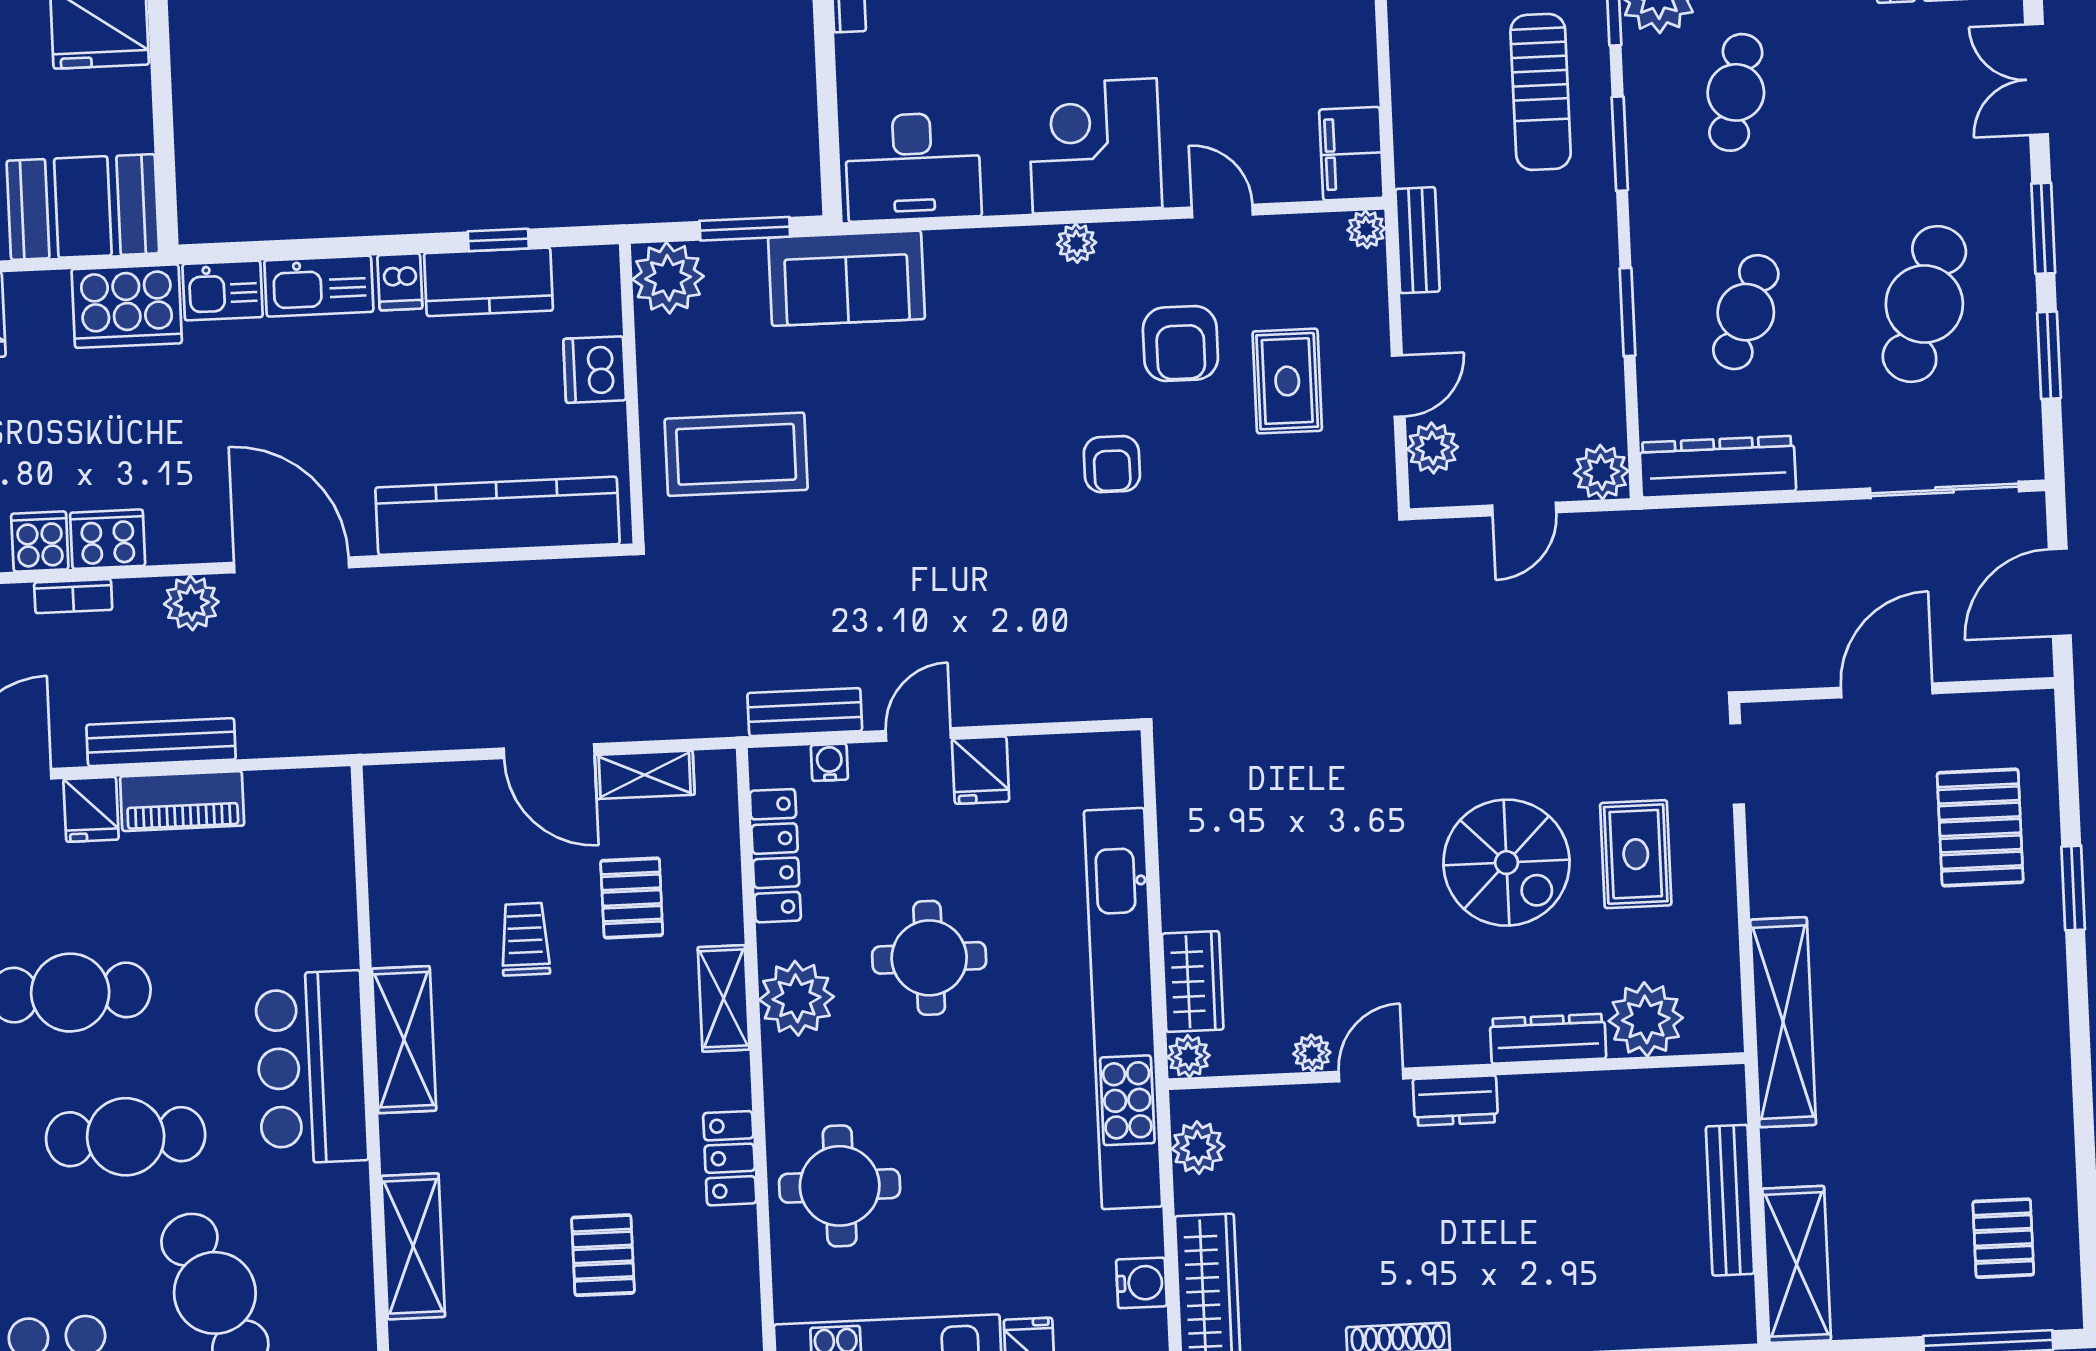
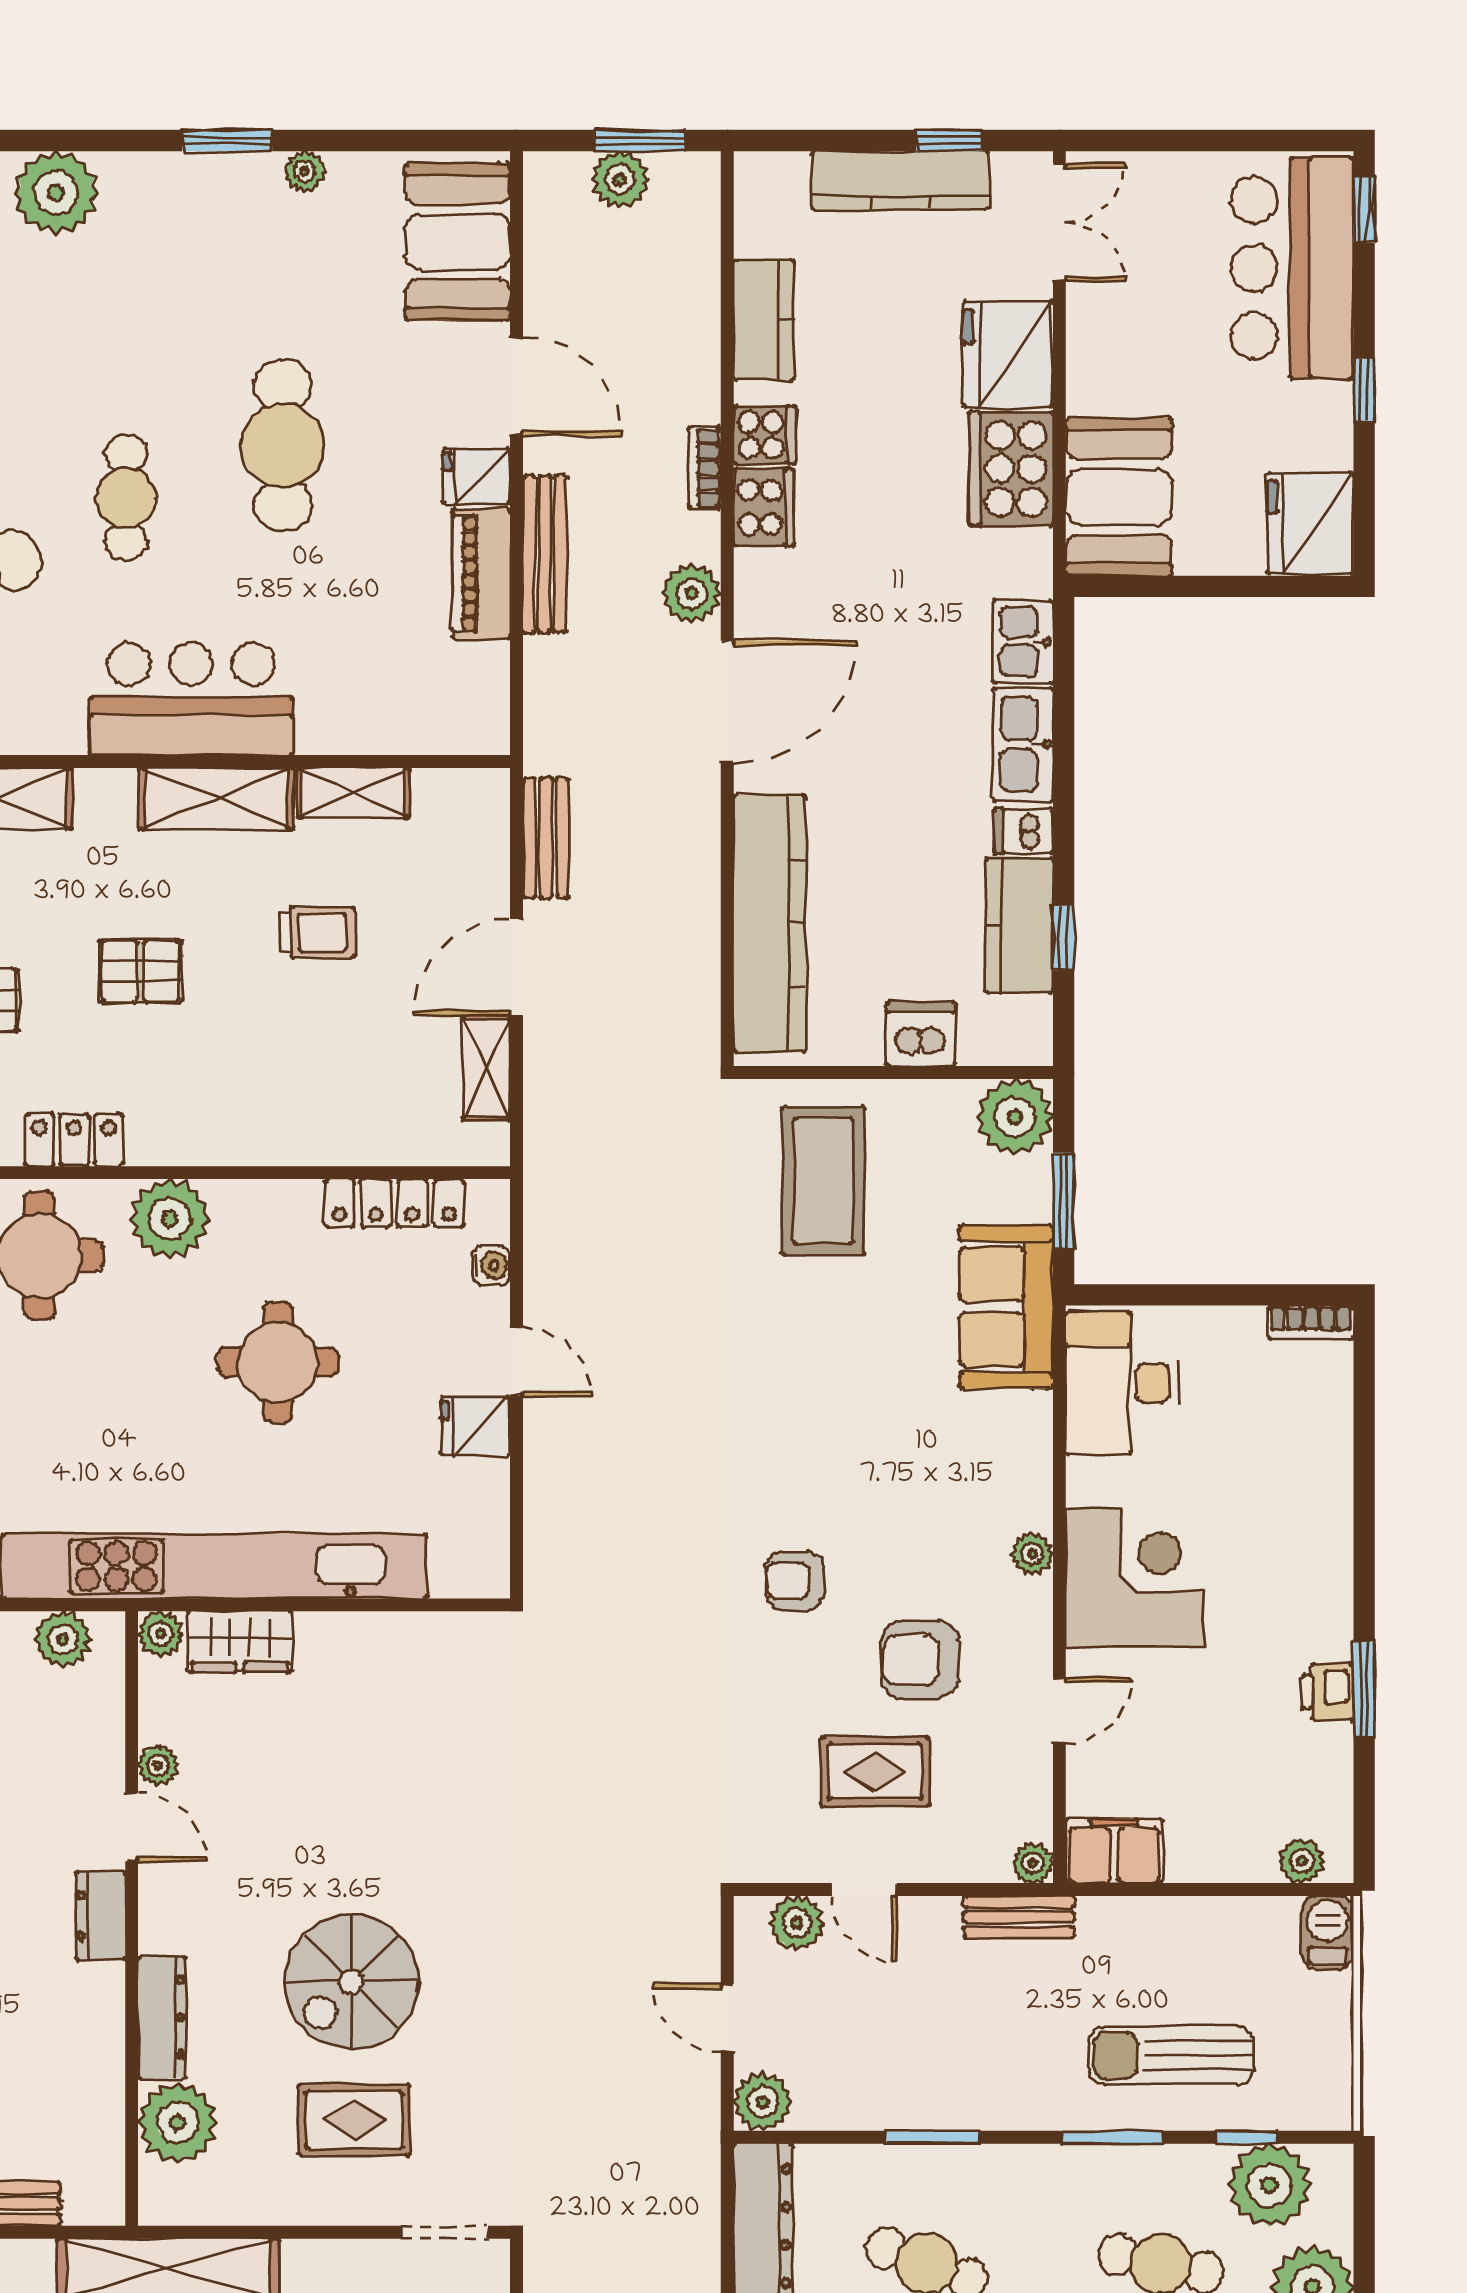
cooker: (127, 306) -> (1011, 469), moved
bench: (805, 712) -> (546, 838), moved
pallet: (632, 898) -> (141, 971), moved
shelving: (724, 998) -> (353, 793), moved
plant: (797, 998) -> (170, 1219), moved
cafe table: (126, 1137) -> (126, 497), width x0.73, depth x0.74

